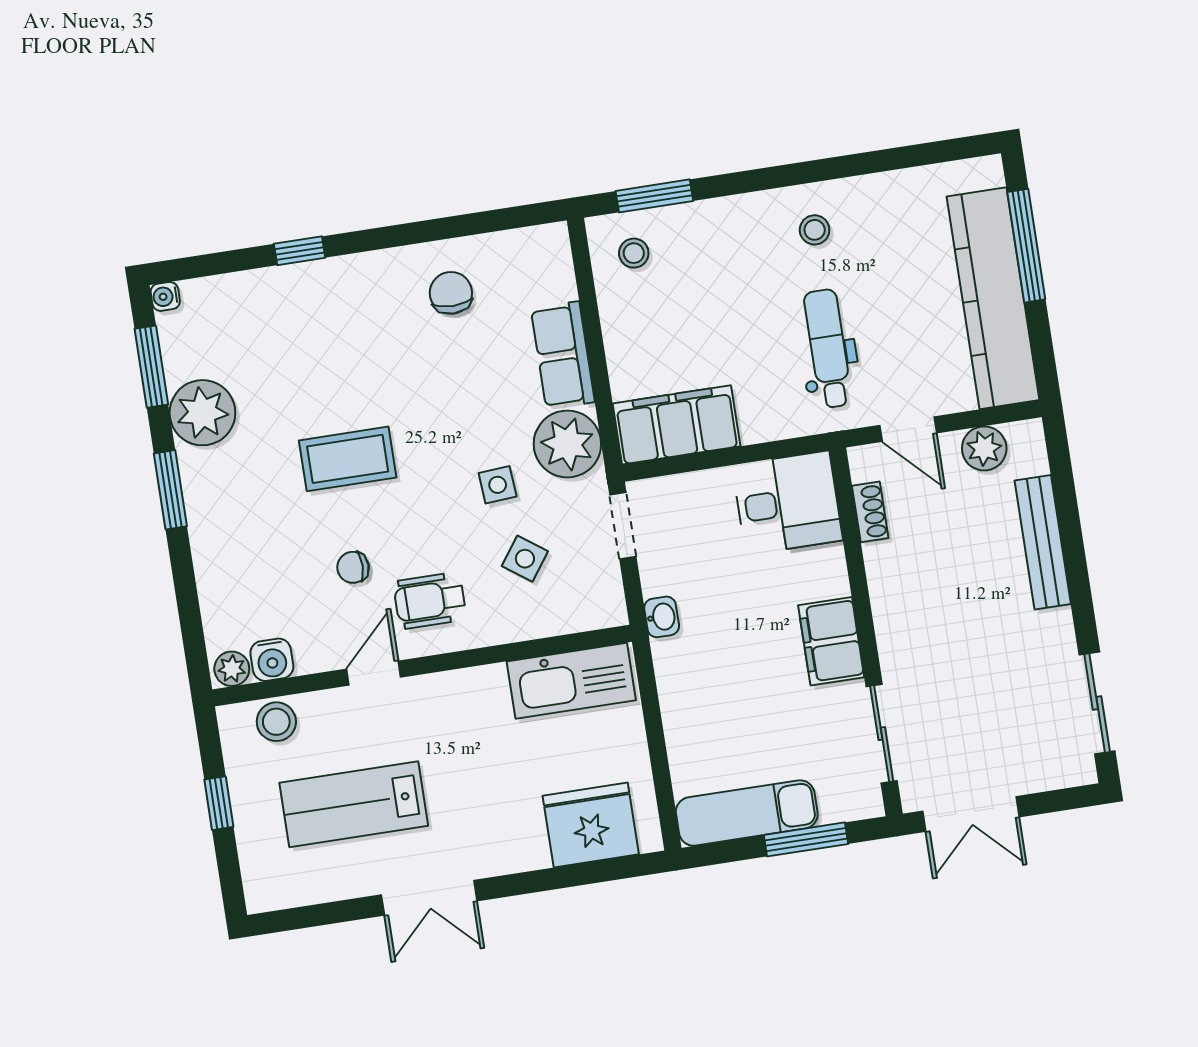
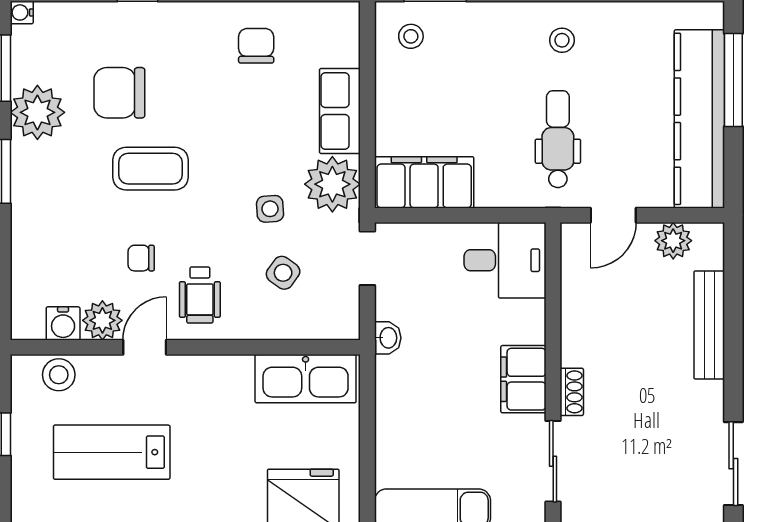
chair: (296, 374) -> (119, 93), added
door: (908, 429) -> (613, 215), hinge flipped
shoe rack: (870, 512) -> (572, 392), moved
wheelchair: (430, 601) -> (200, 295), turned -90
plant: (232, 669) -> (102, 320), moved, width x1.38, depth x1.38

